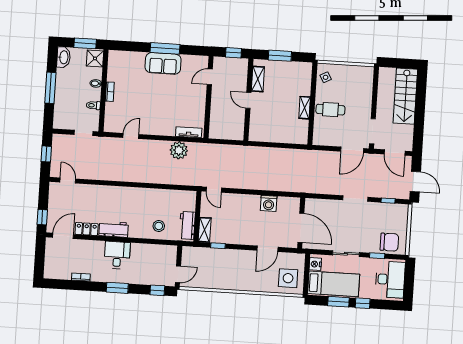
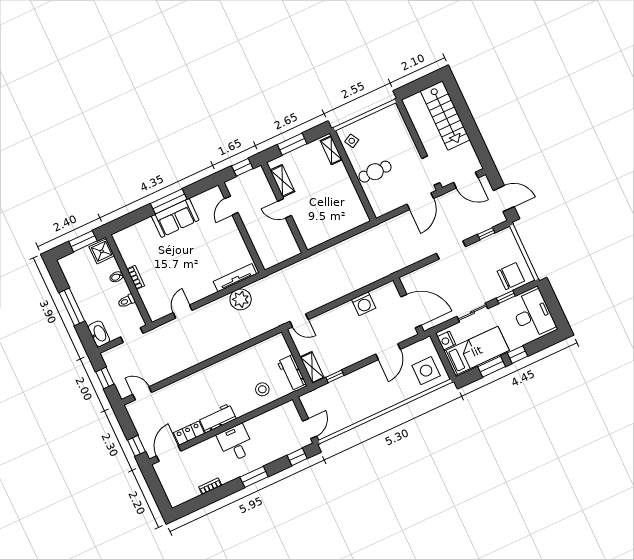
washbasin: (63, 57) -> (99, 334), moved
shelving: (305, 108) -> (331, 150), moved
tv unit: (189, 132) -> (235, 278), width x1.41

